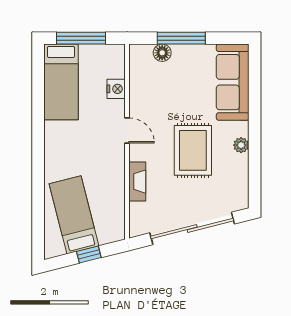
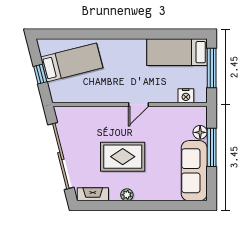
sofa: (233, 82) -> (194, 171), moved, turned -90
nightstand: (116, 89) -> (186, 96), moved
fireplace: (137, 182) -> (93, 194), moved, turned 180

